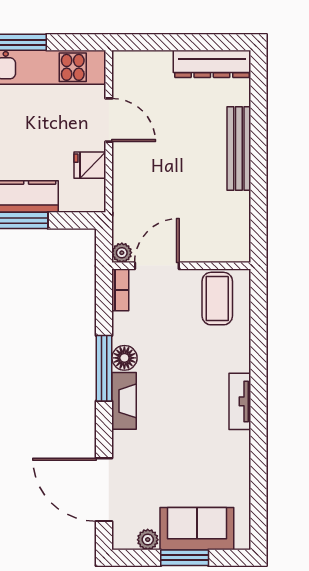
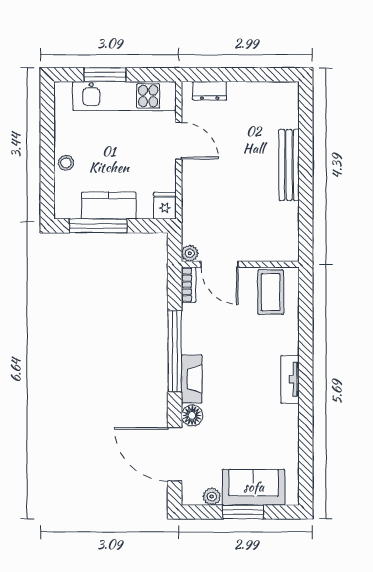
dresser: (212, 64) -> (210, 91), moved, width x0.51, depth x0.80
fridge: (90, 165) -> (165, 206), moved, turned 90
door: (157, 266) -> (219, 264), swing flipped
floor lamp: (124, 358) -> (192, 415), moved
window: (104, 368) -> (175, 351), width x1.46

